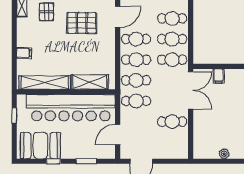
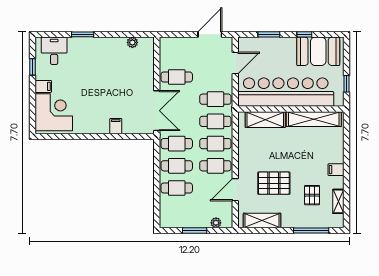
filing cabinet: (24, 53) -> (336, 170), moved
filing cabinet: (219, 76) -> (116, 126), moved
double door: (191, 90) -> (157, 111), swing flipped
plant: (224, 154) -> (132, 42), moved

